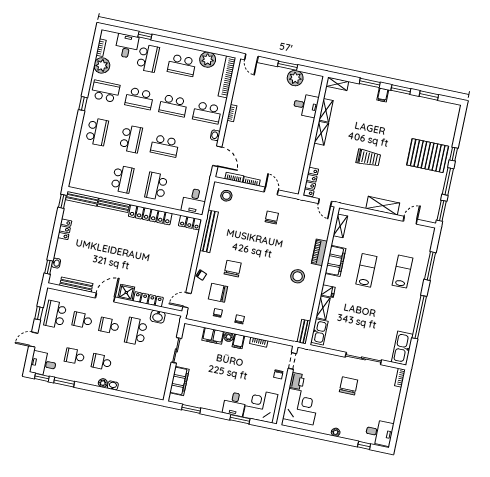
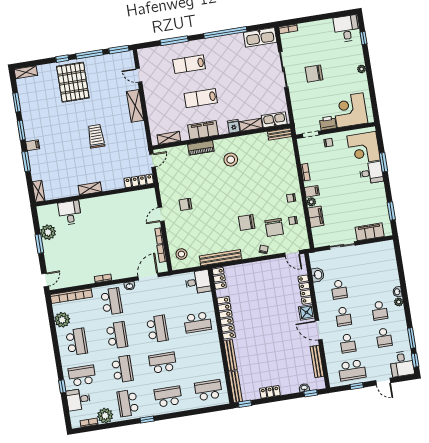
shelving: (326, 110) -> (26, 72), moved
school desk: (122, 179) -> (208, 390), moved
school desk: (136, 331) -> (339, 289), width x0.54

